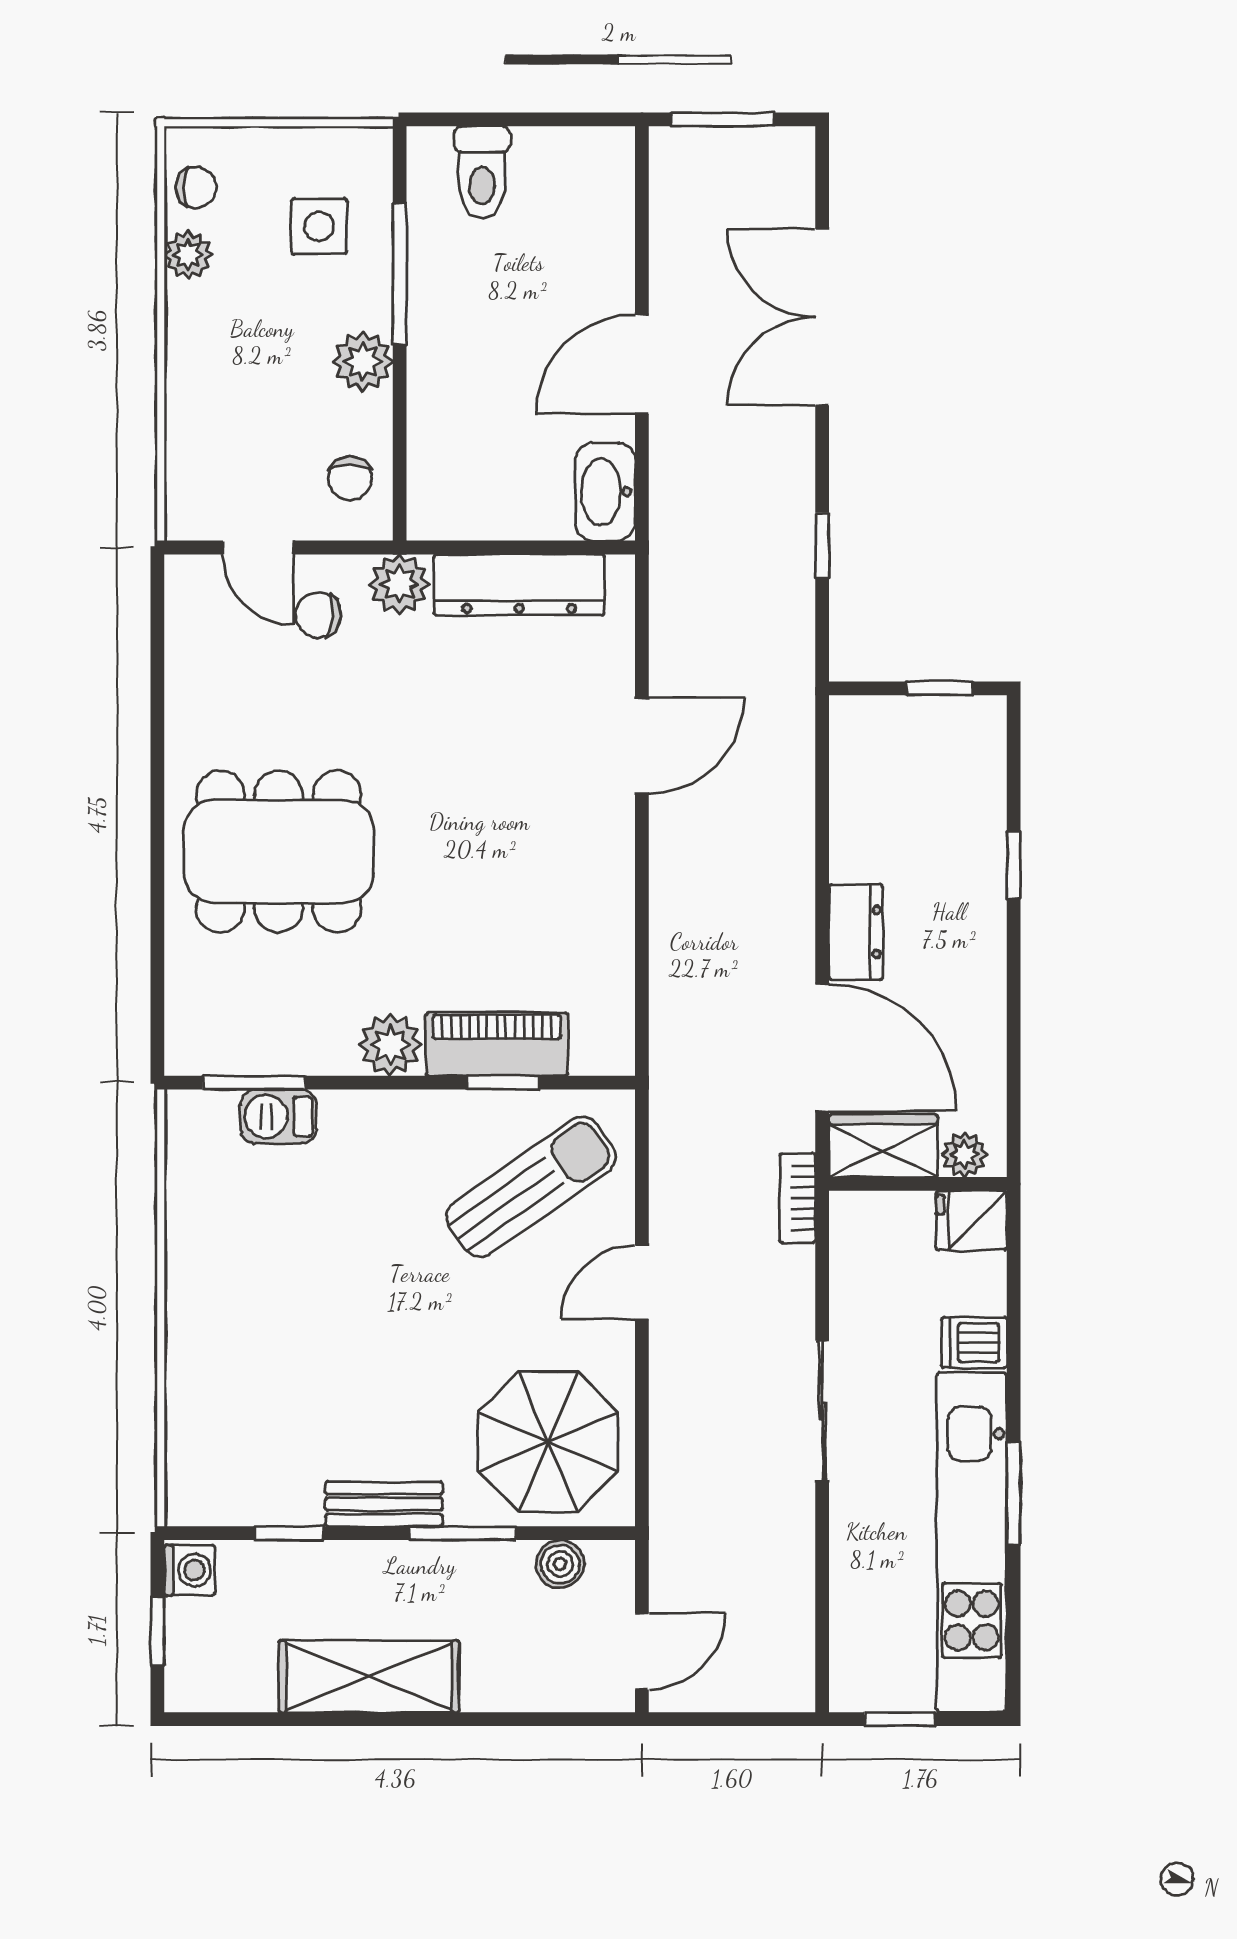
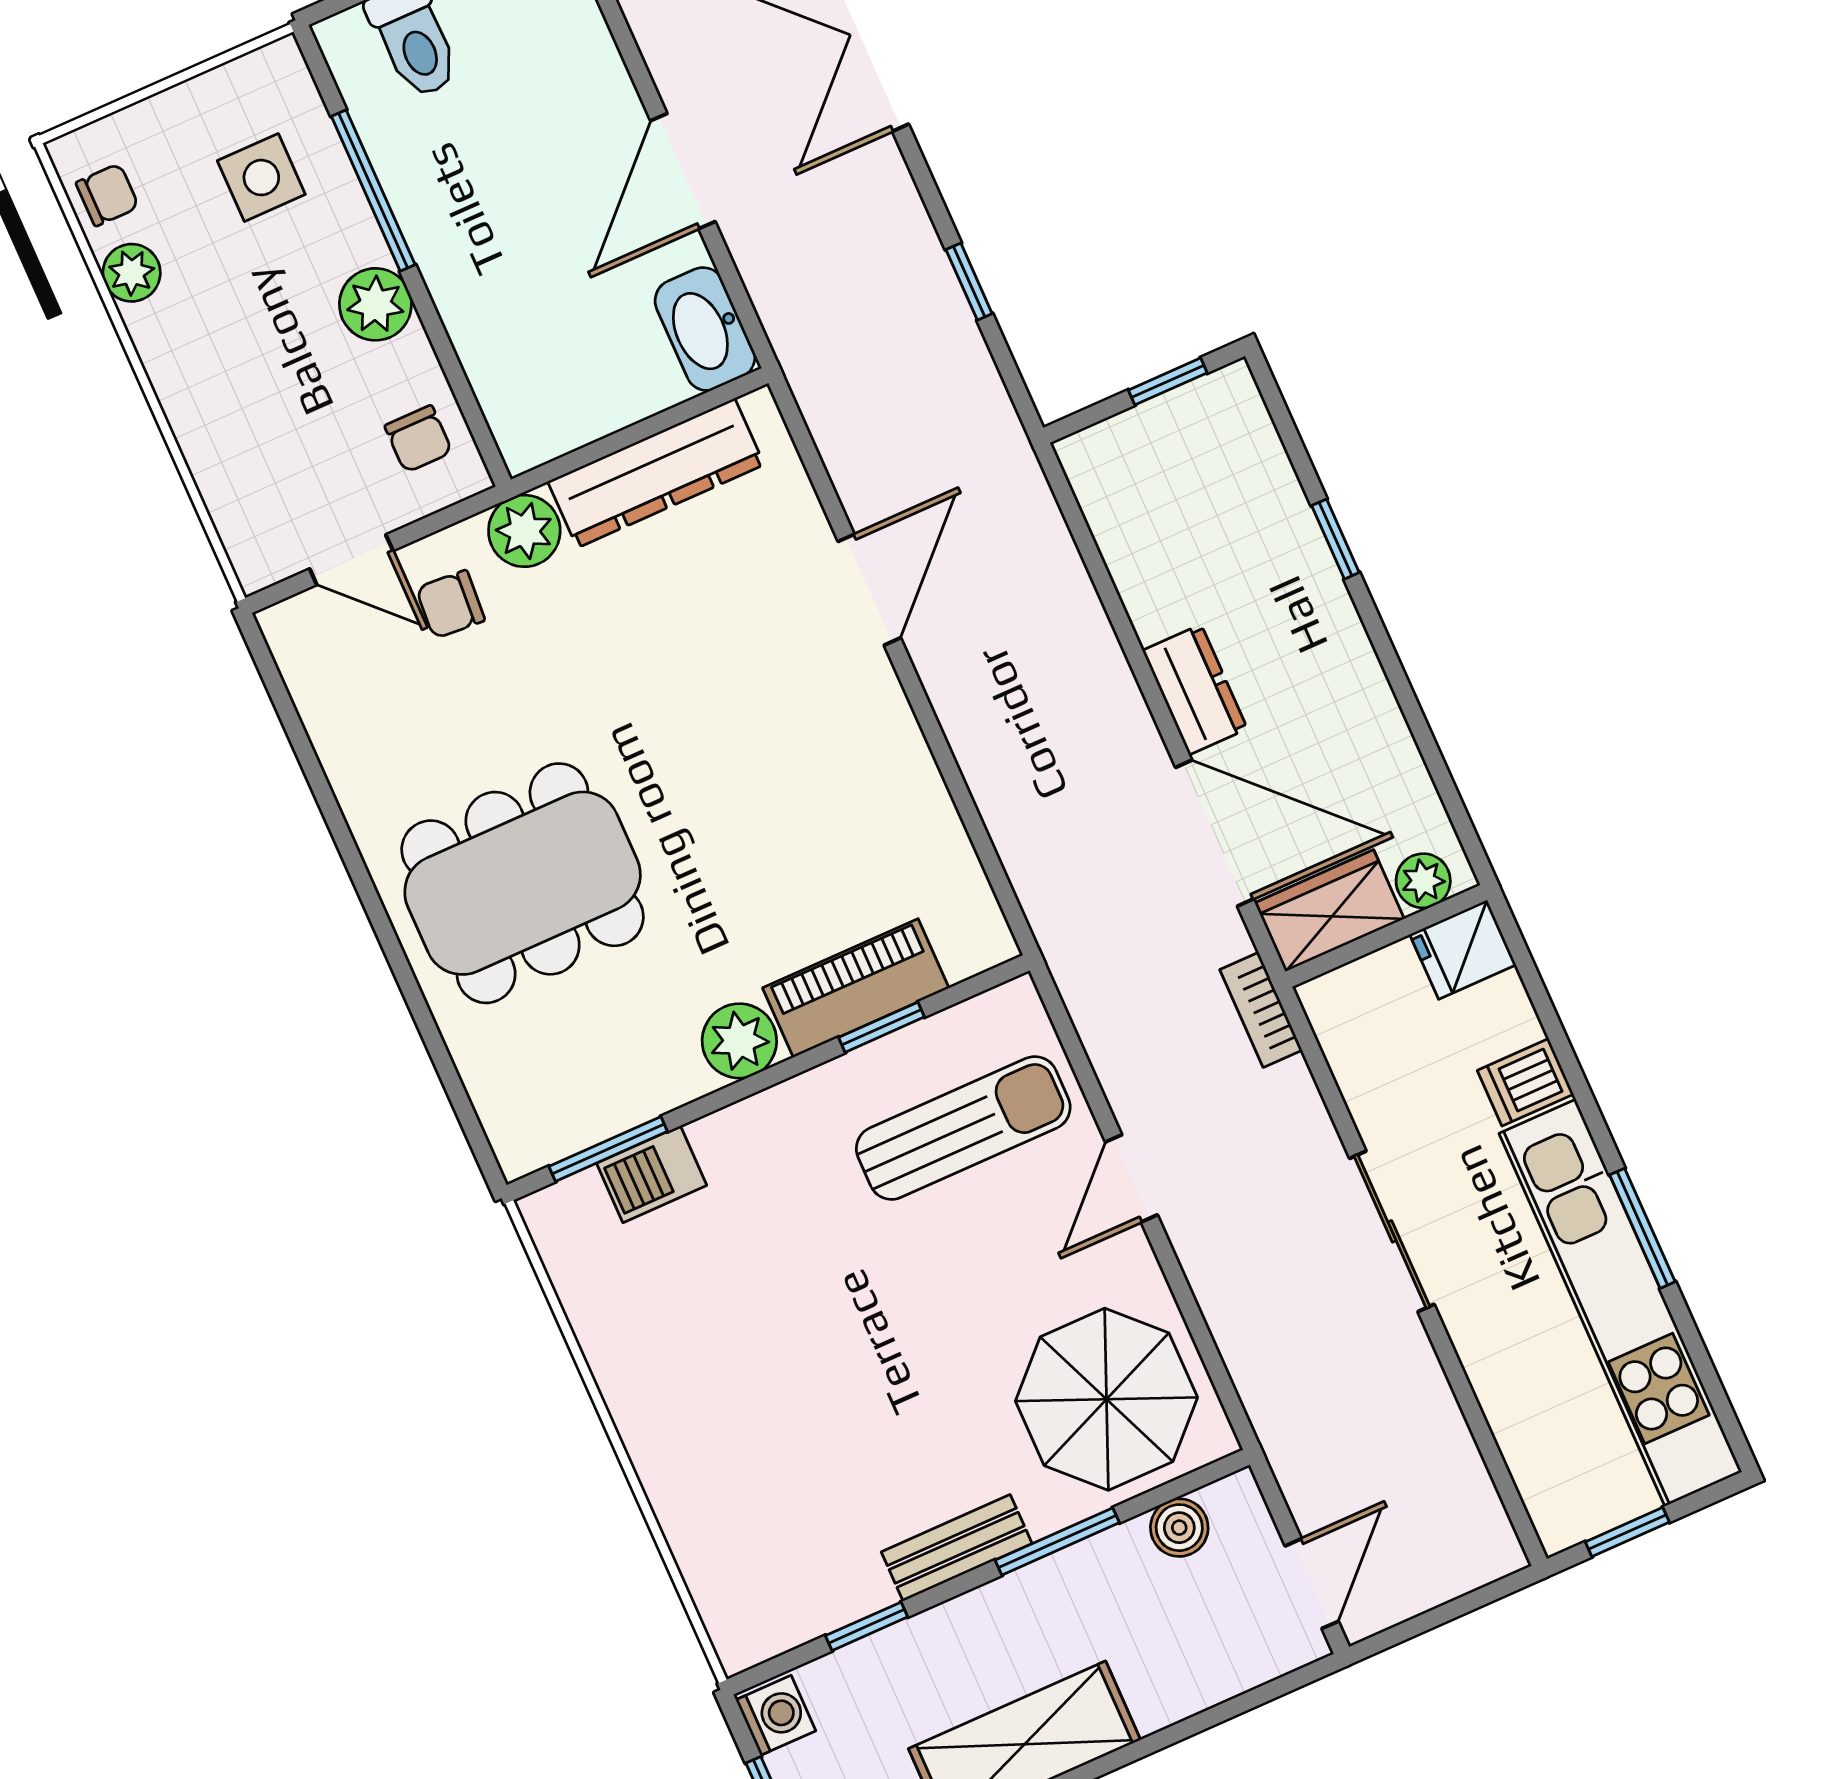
sun lounger: (531, 1187) -> (963, 1128), turned 35

